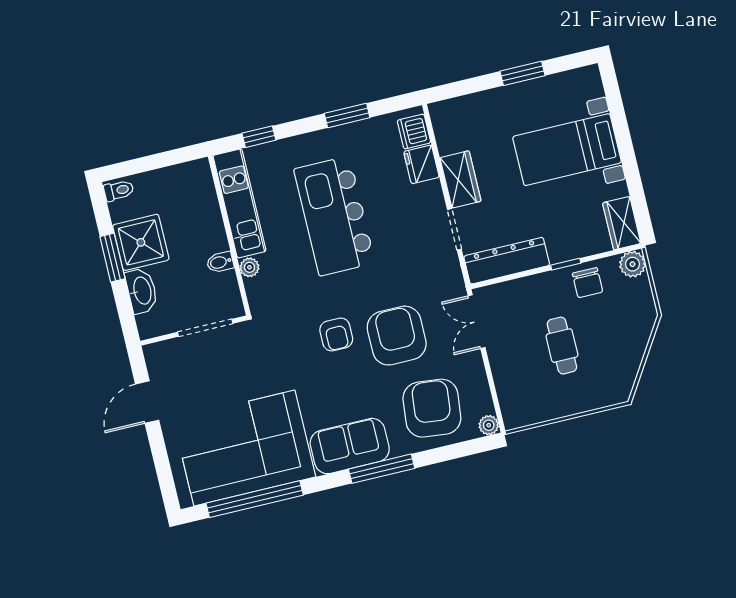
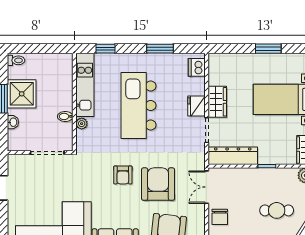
fridge: (421, 164) -> (196, 106), moved
chair: (588, 283) -> (220, 217), moved
washbasin: (142, 291) -> (13, 122), width x0.52, depth x0.69
cafe table: (562, 346) -> (277, 210), moved, turned 90

